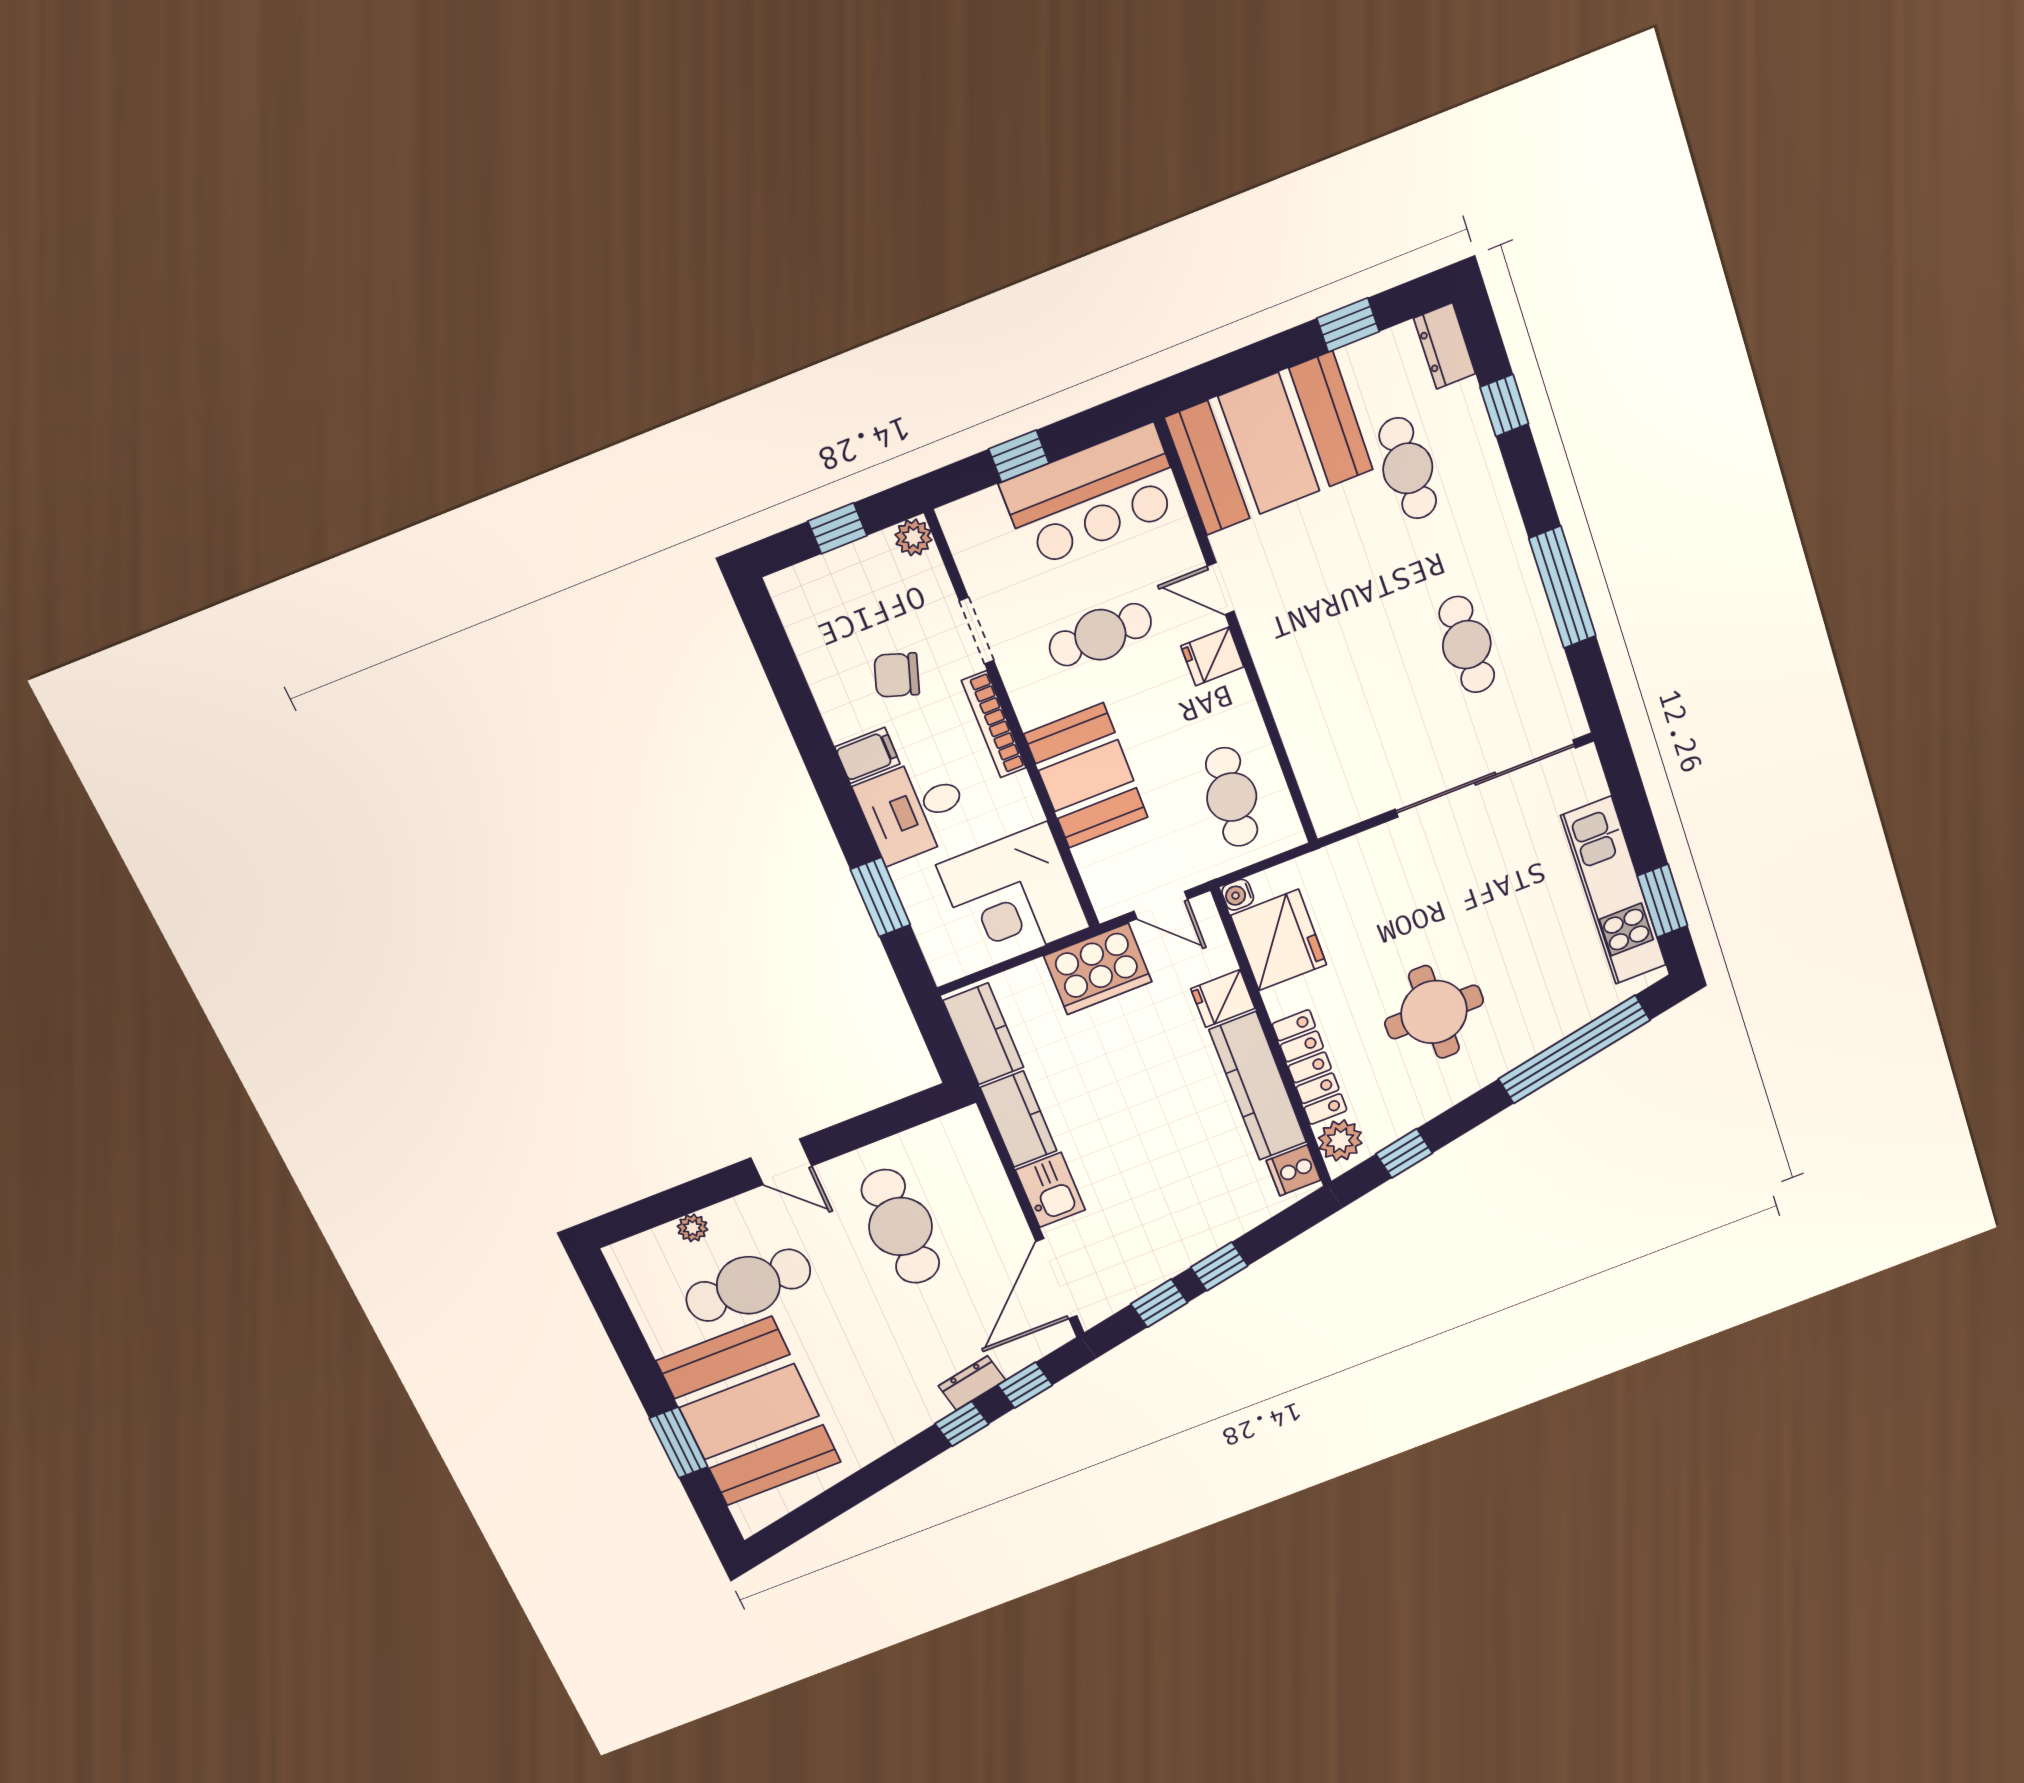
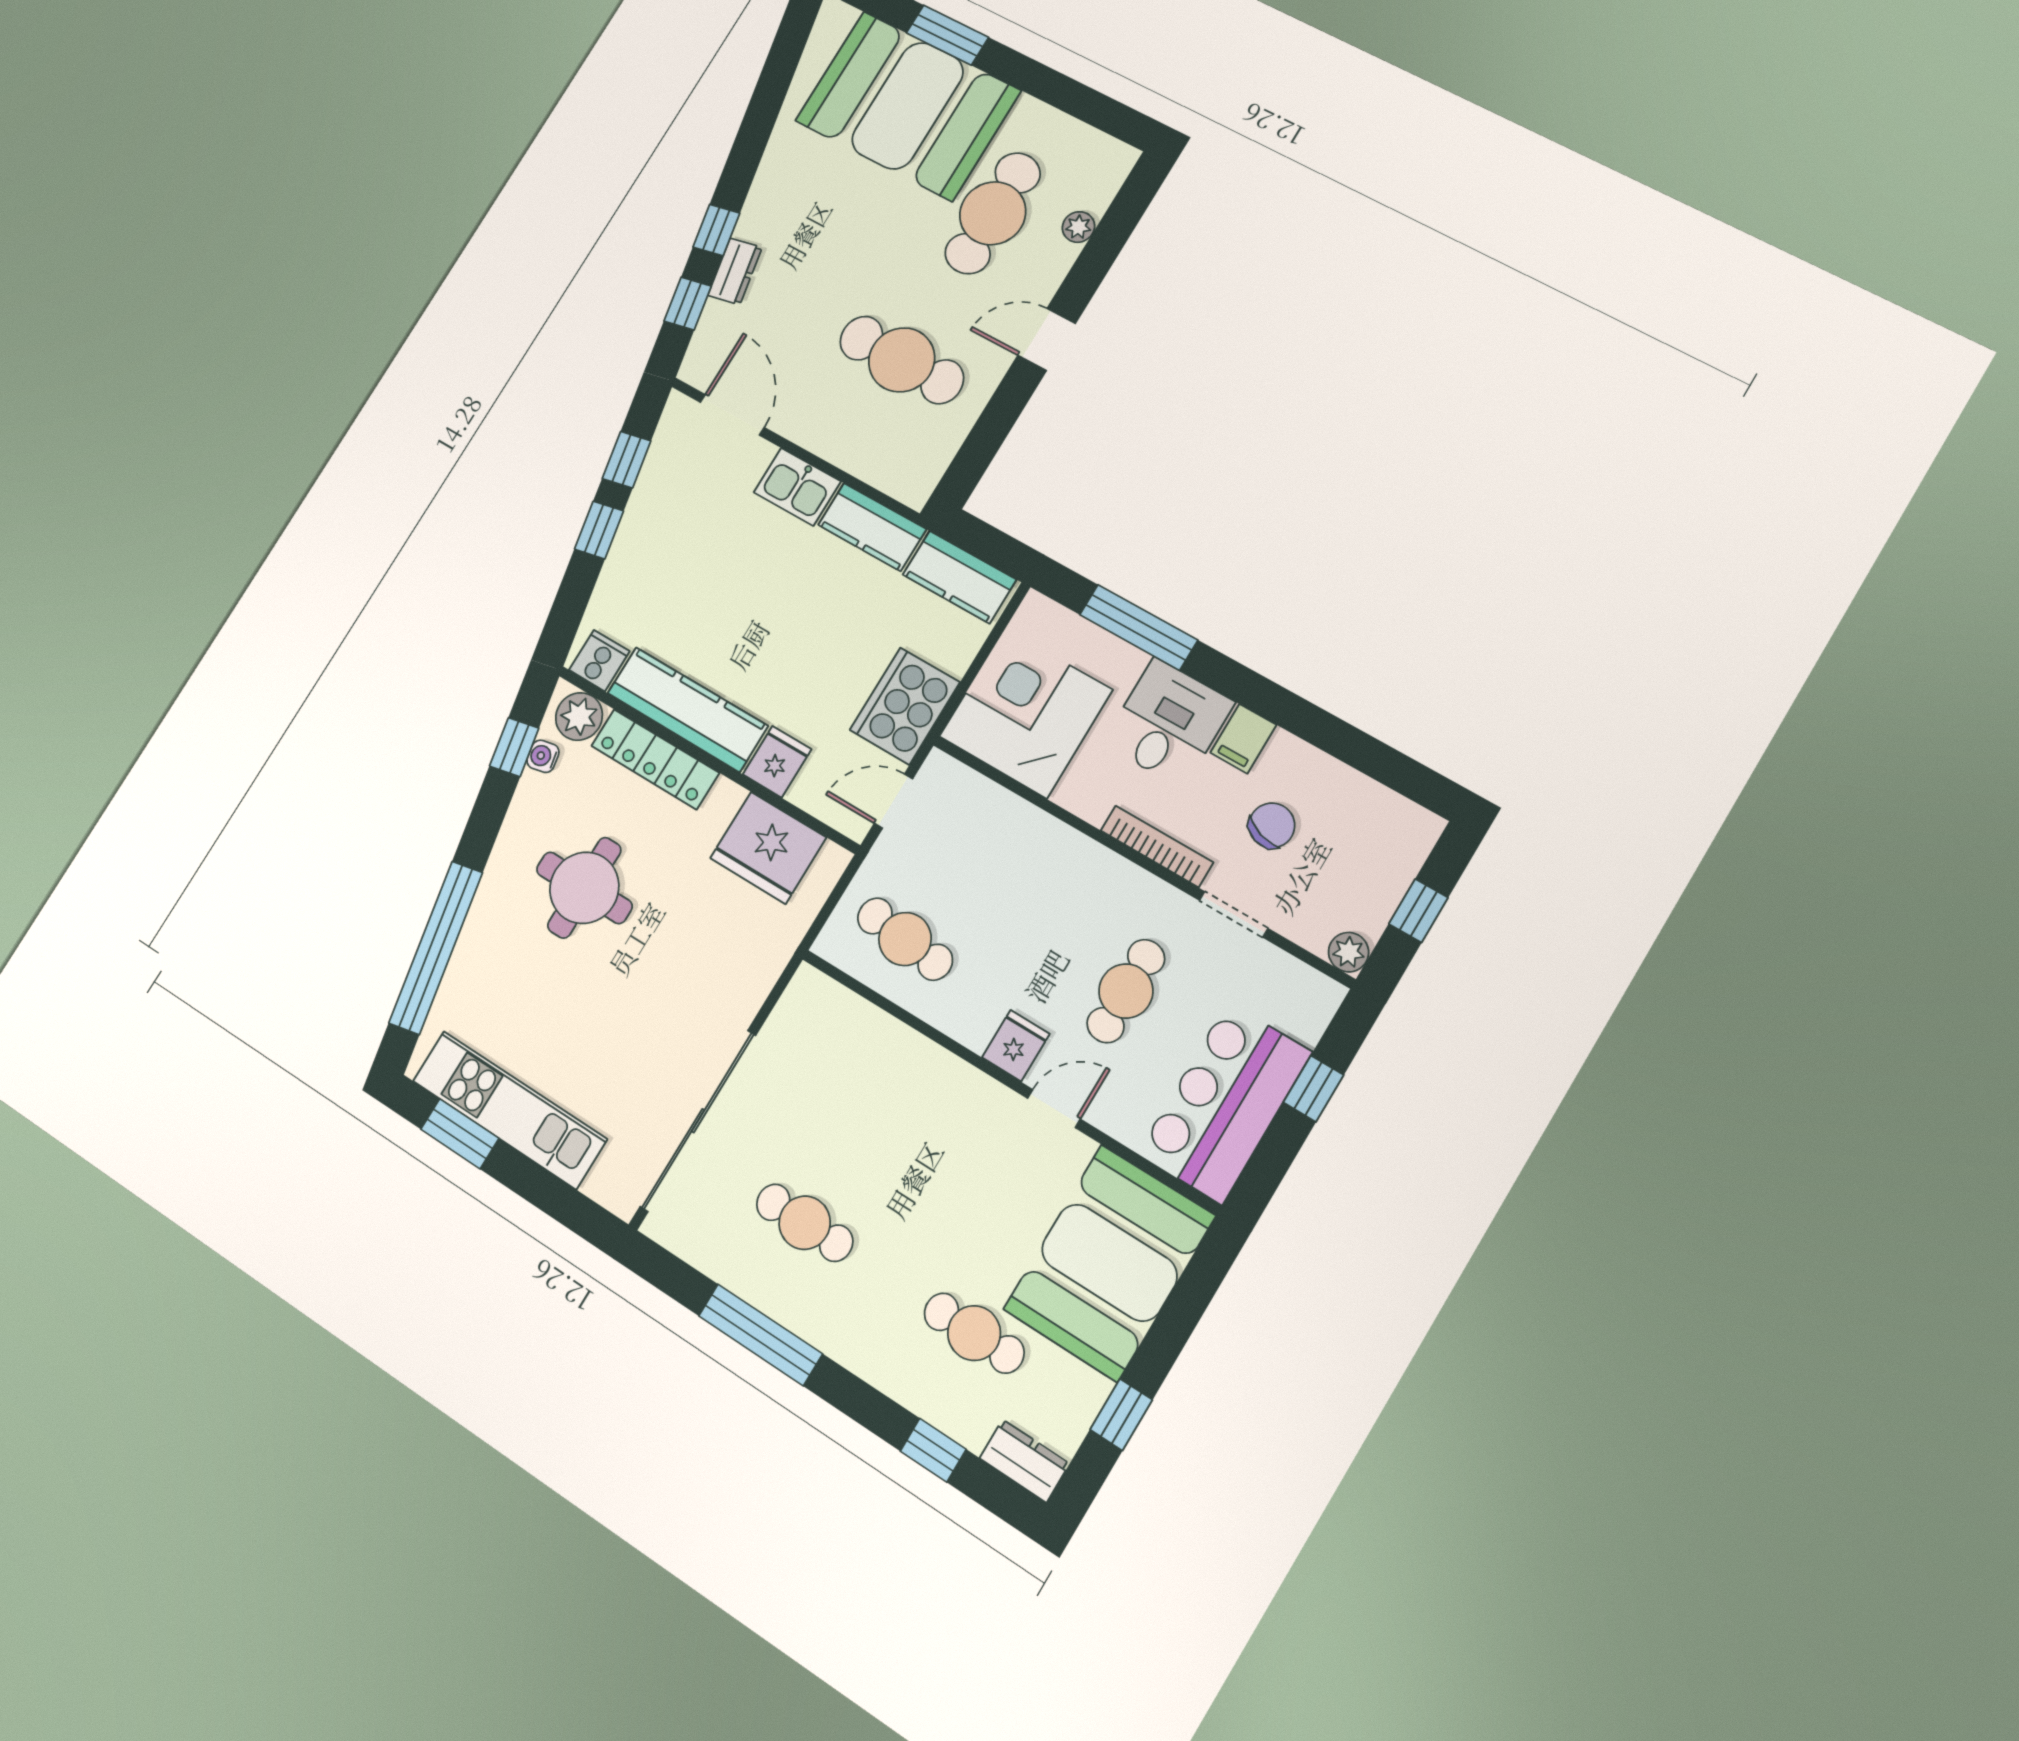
booth: (1086, 776) -> (1044, 863), removed
water cooler: (1238, 895) -> (543, 756), moved, turned -102
window: (880, 897) -> (1139, 627), width x1.44
door: (1056, 1279) -> (732, 415), width x0.73

